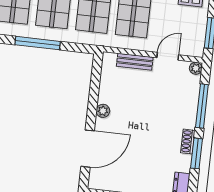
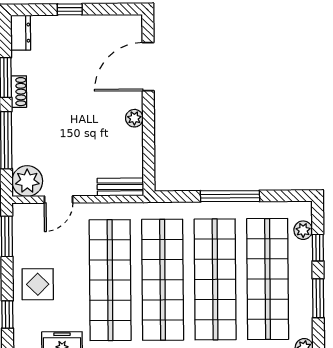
bench: (135, 62) -> (120, 187), moved
plant: (196, 68) -> (27, 181), width x1.88, depth x1.88

